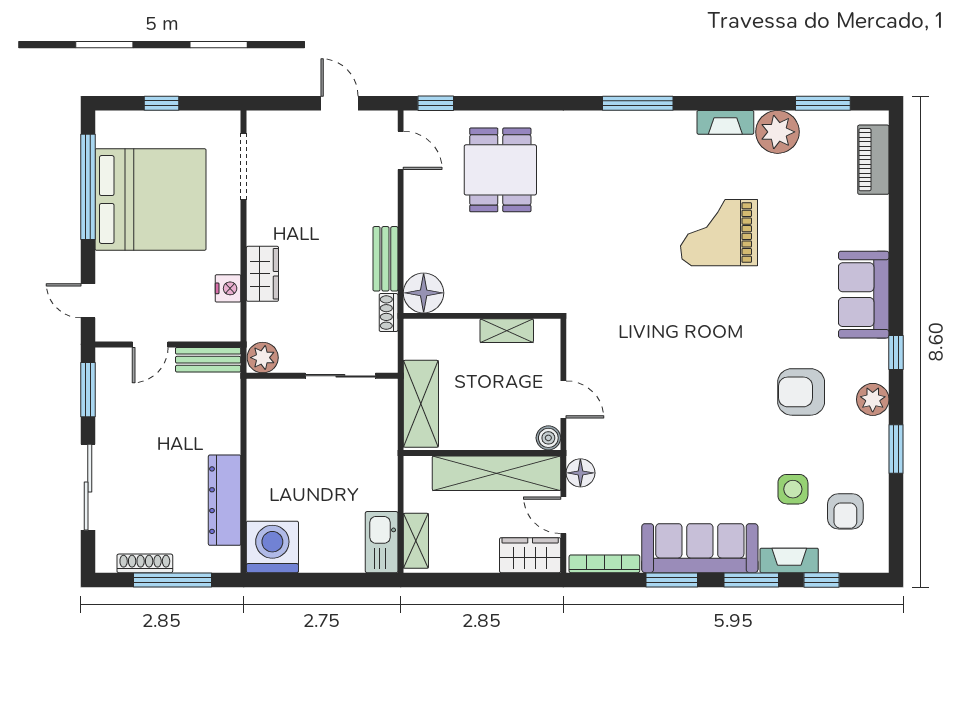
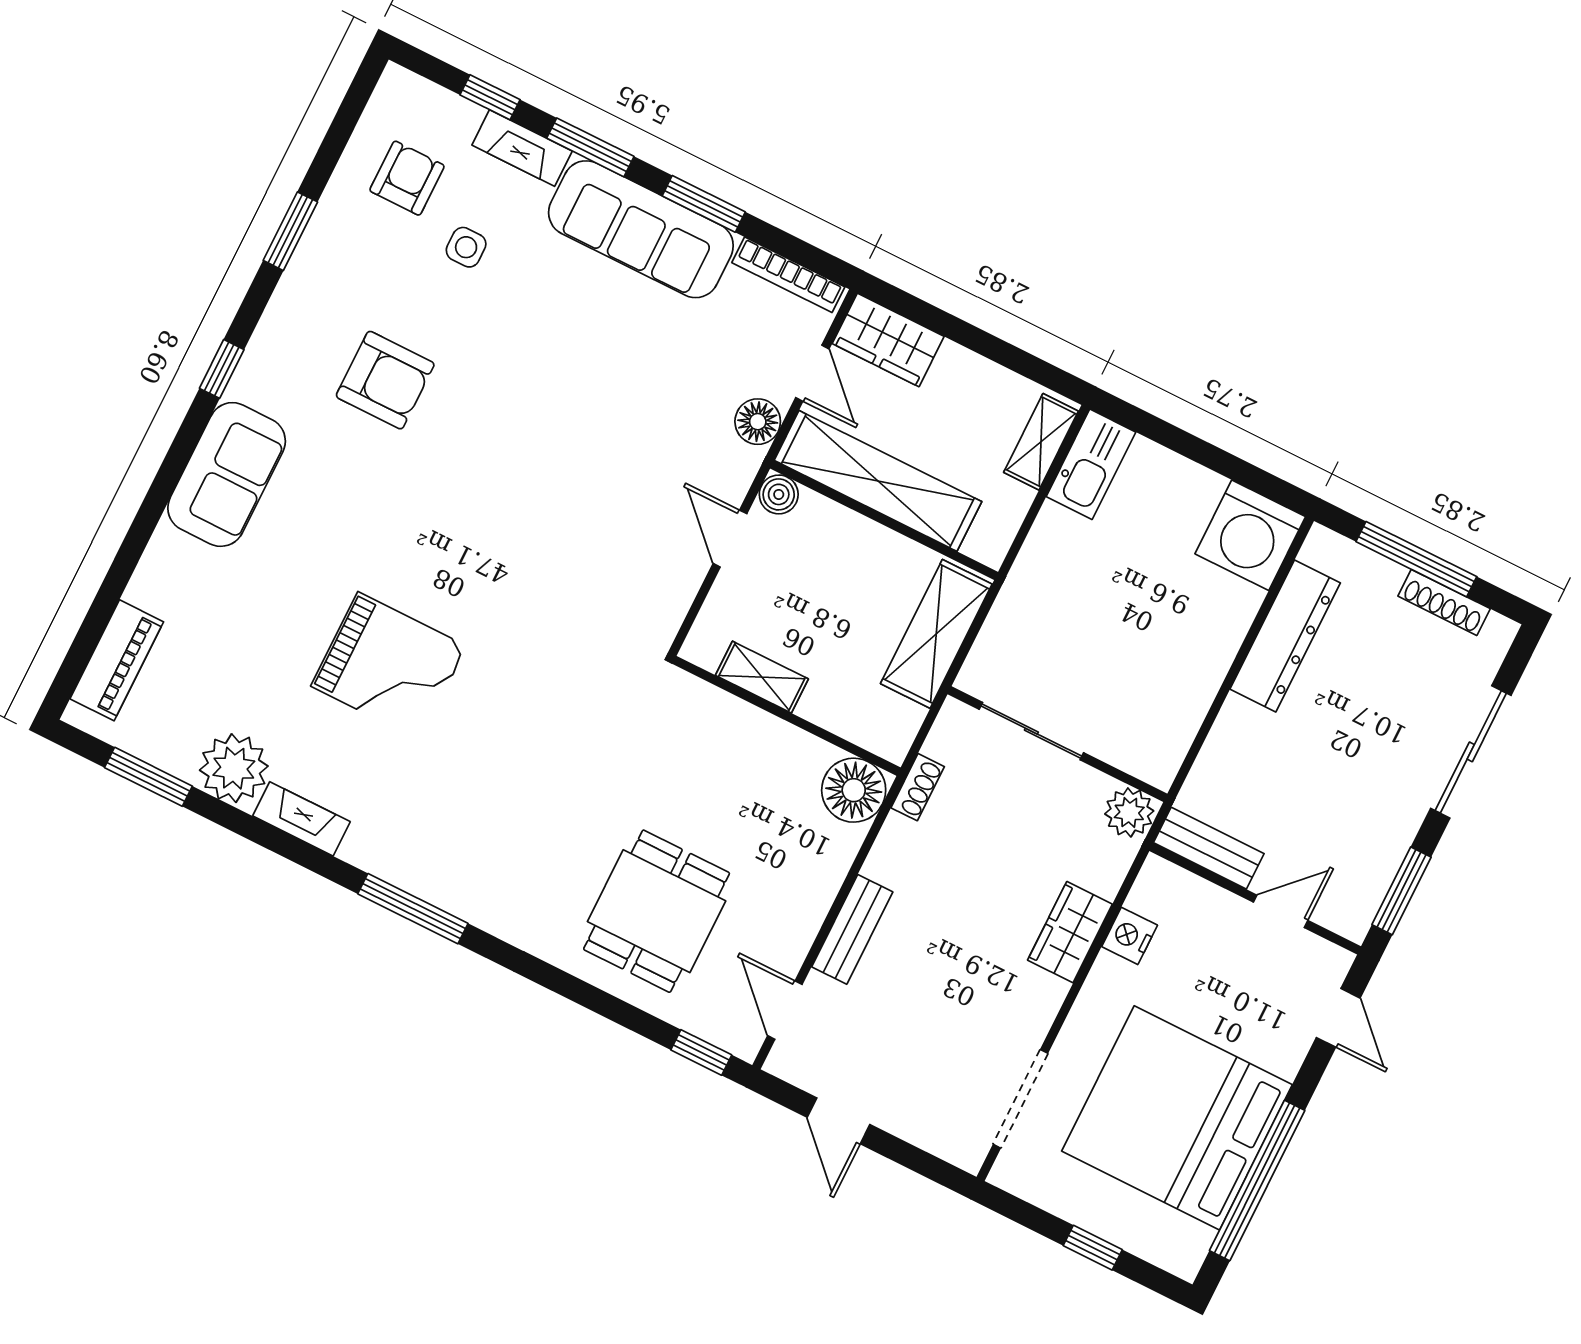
bench: (385, 259) -> (852, 929), moved
plant: (873, 399) -> (288, 318), removed
side table: (793, 489) -> (466, 247), width x0.73, depth x0.73

